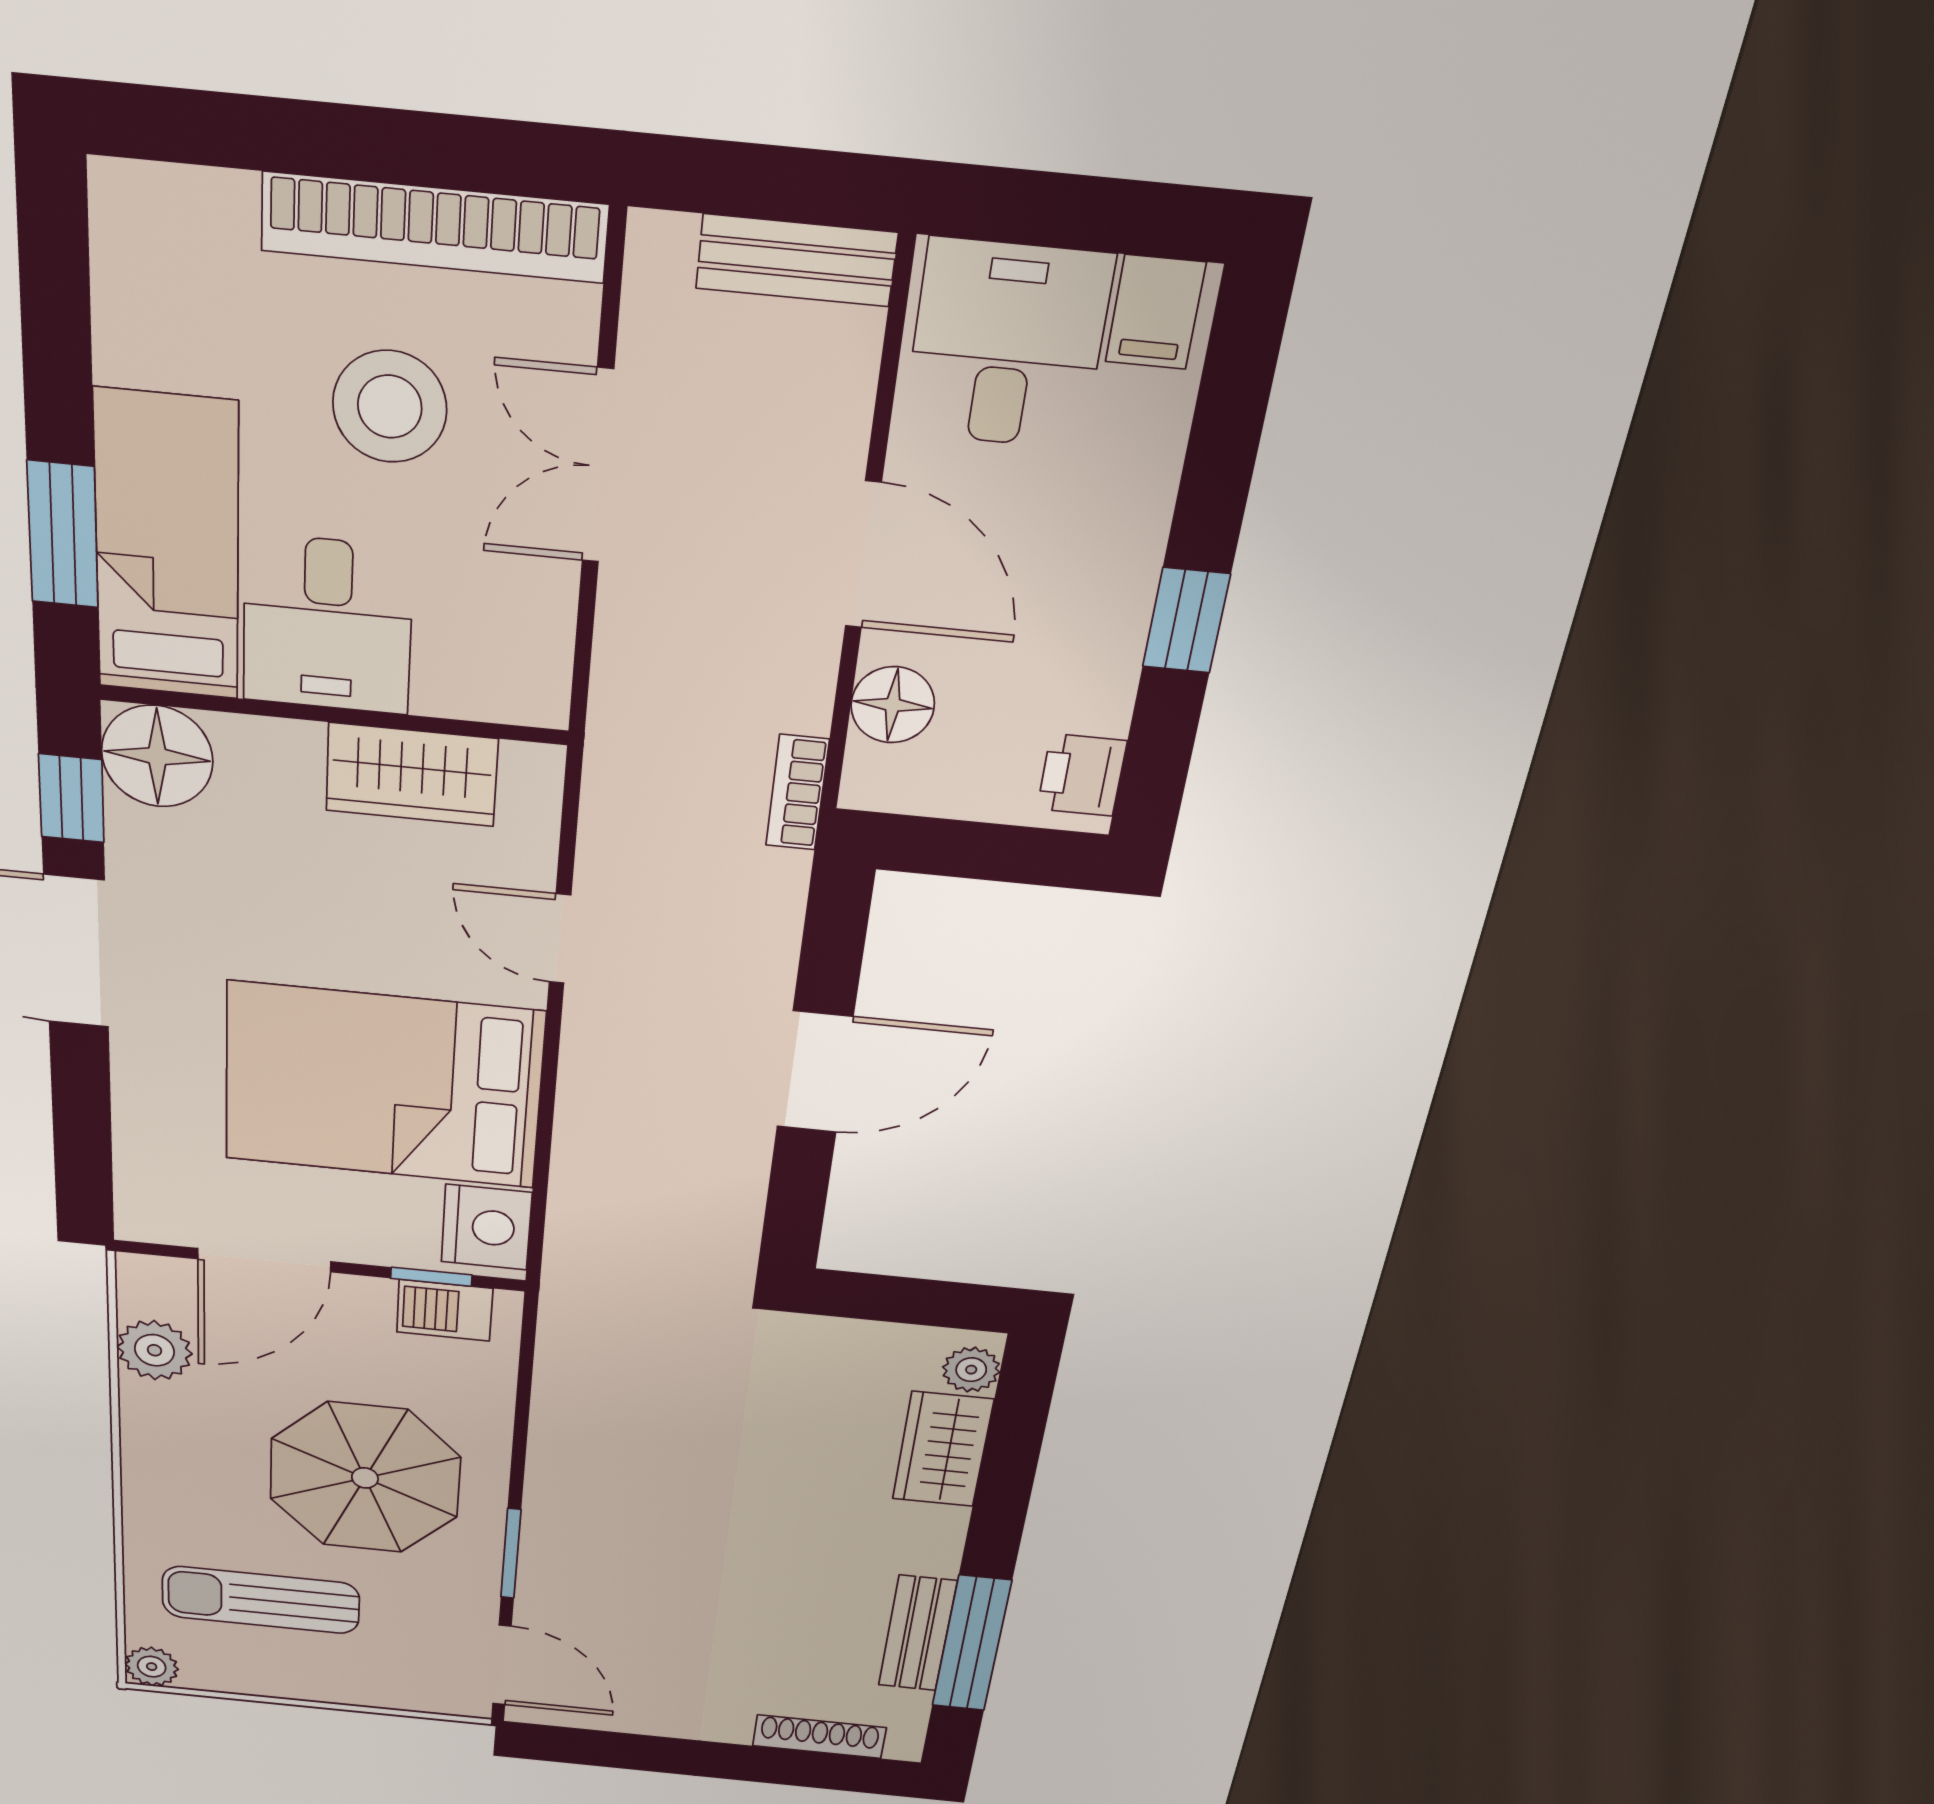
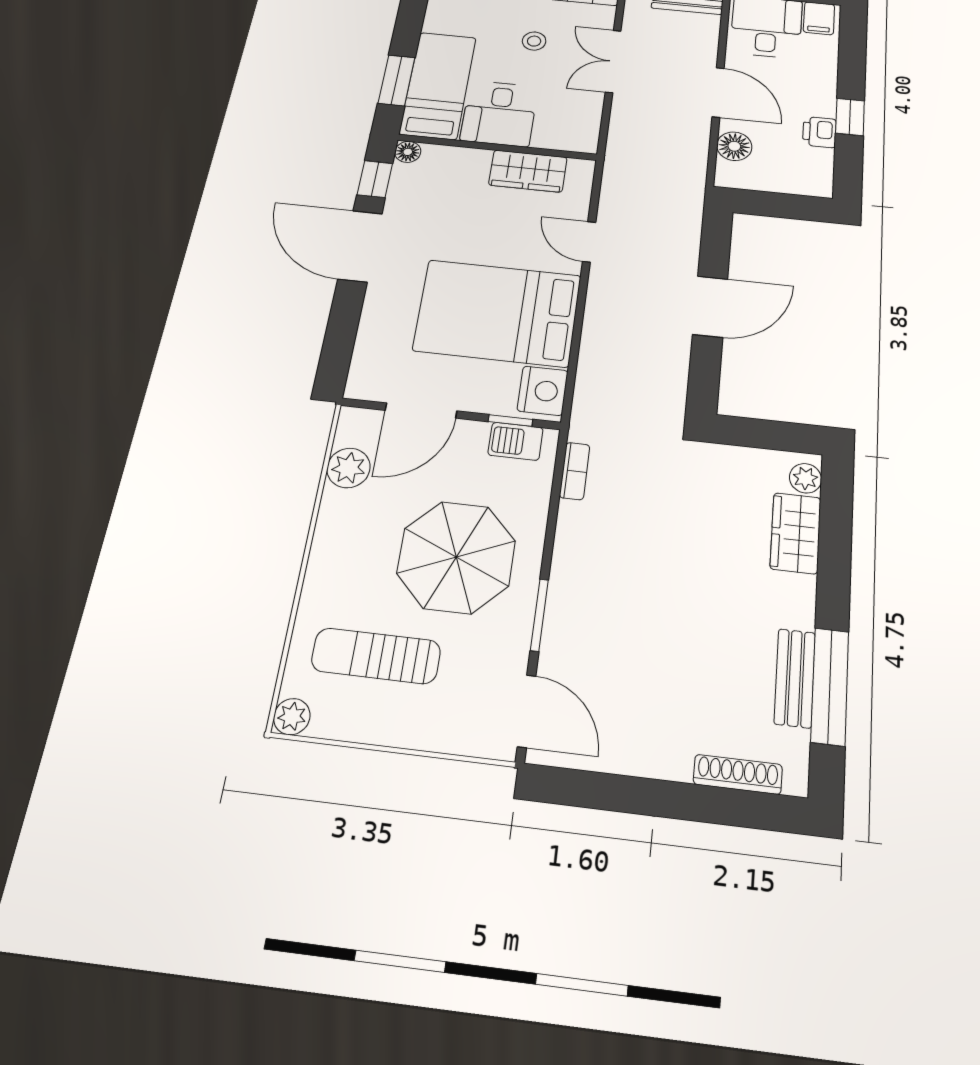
stool: (390, 407) -> (534, 41), width x0.53, depth x0.53
floor lamp: (157, 756) -> (408, 152), width x0.53, depth x0.53
printer: (1082, 775) -> (819, 132), moved
bookcase: (797, 792) -> (575, 471), moved, turned 180

